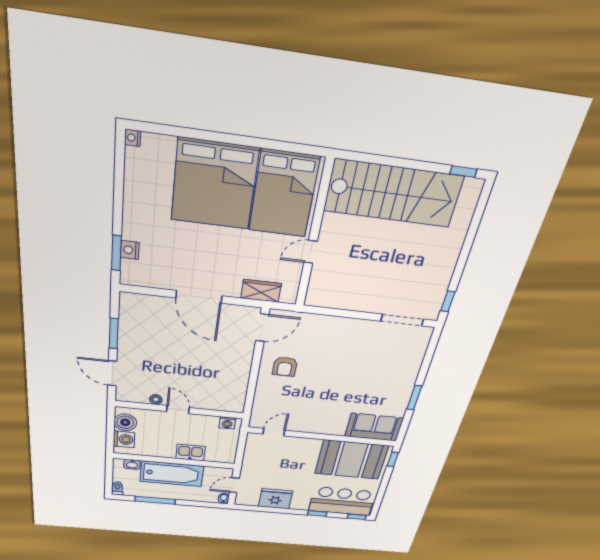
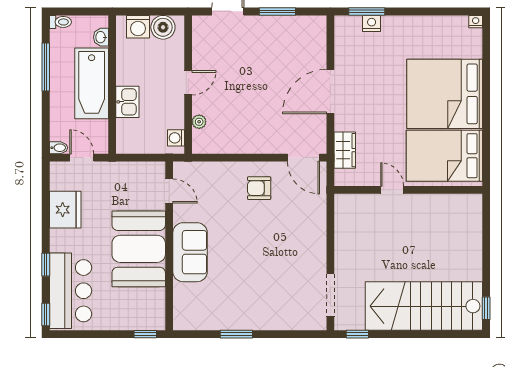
stairs: (393, 194) -> (424, 306), moved, turned 90
plant: (156, 399) -> (199, 122), moved
sofa: (374, 427) -> (190, 252), moved
booth: (351, 460) -> (139, 249), moved

